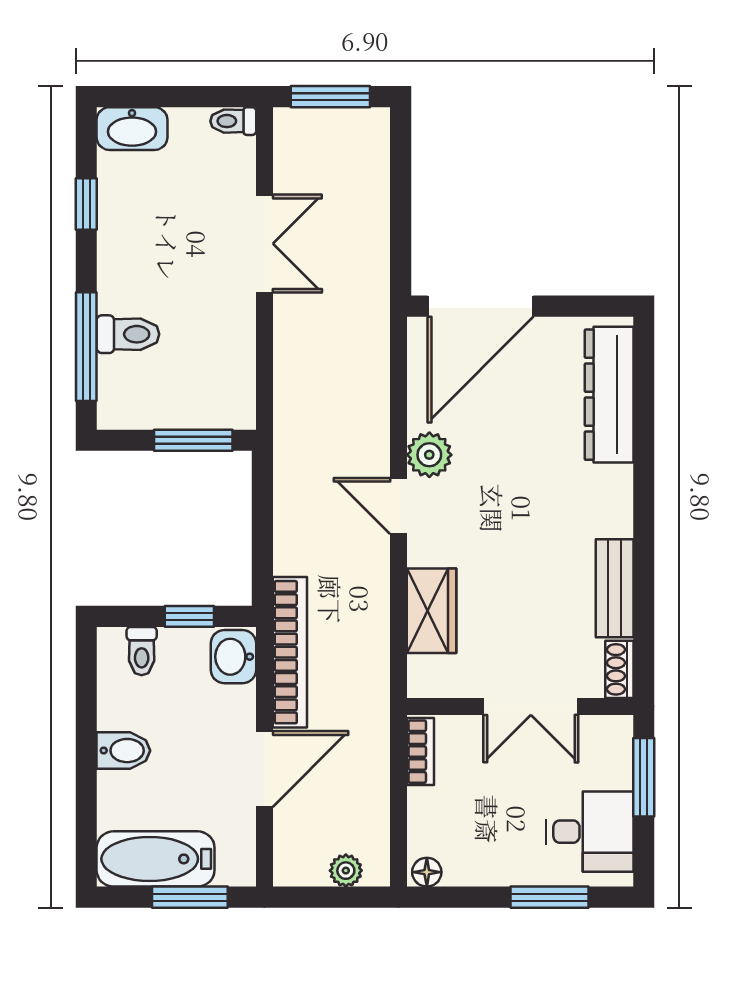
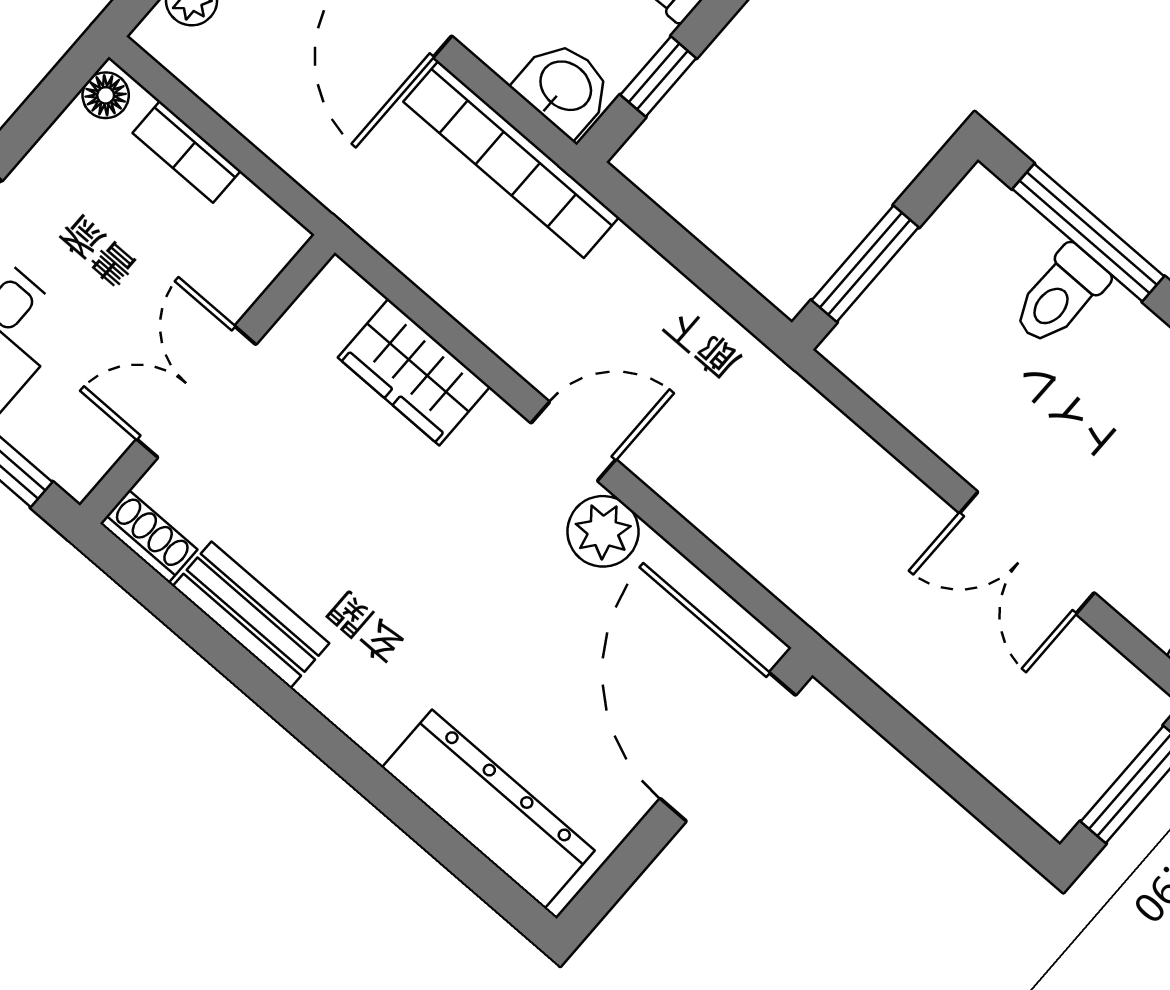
bookcase: (420, 752) -> (187, 152), moved

